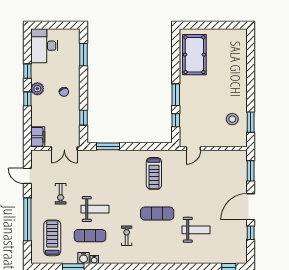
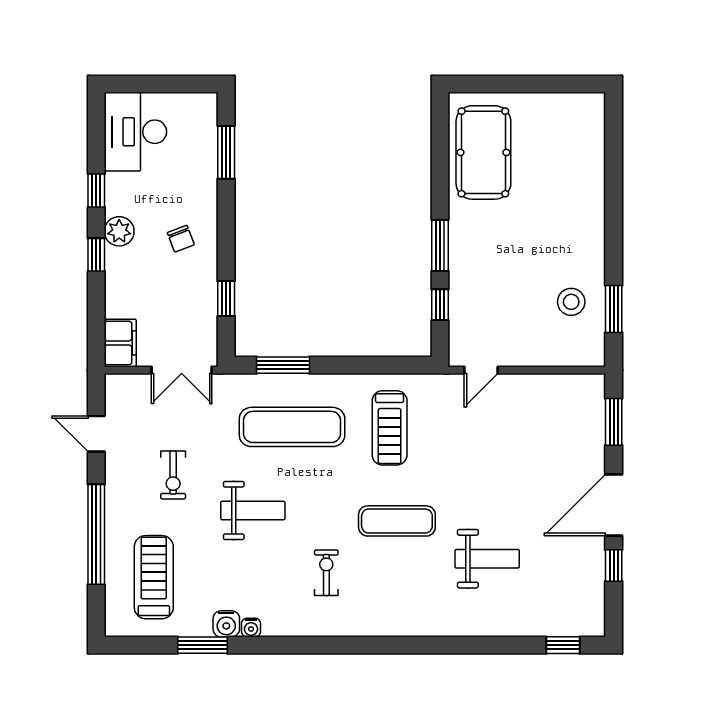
exercise mat: (90, 236) -> (292, 427), moved, width x1.36, depth x1.45

